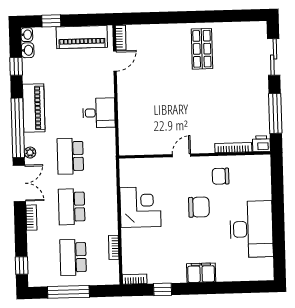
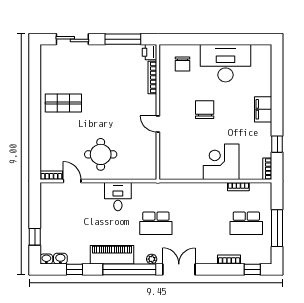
piano: (82, 37) -> (50, 210), removed
round table: (146, 92) -> (101, 154), added
chair: (221, 176) -> (182, 64), moved
school desk: (72, 207) -> (201, 223), removed
corner desk: (140, 207) -> (221, 162), moved
bookcase: (31, 218) -> (229, 259), moved

